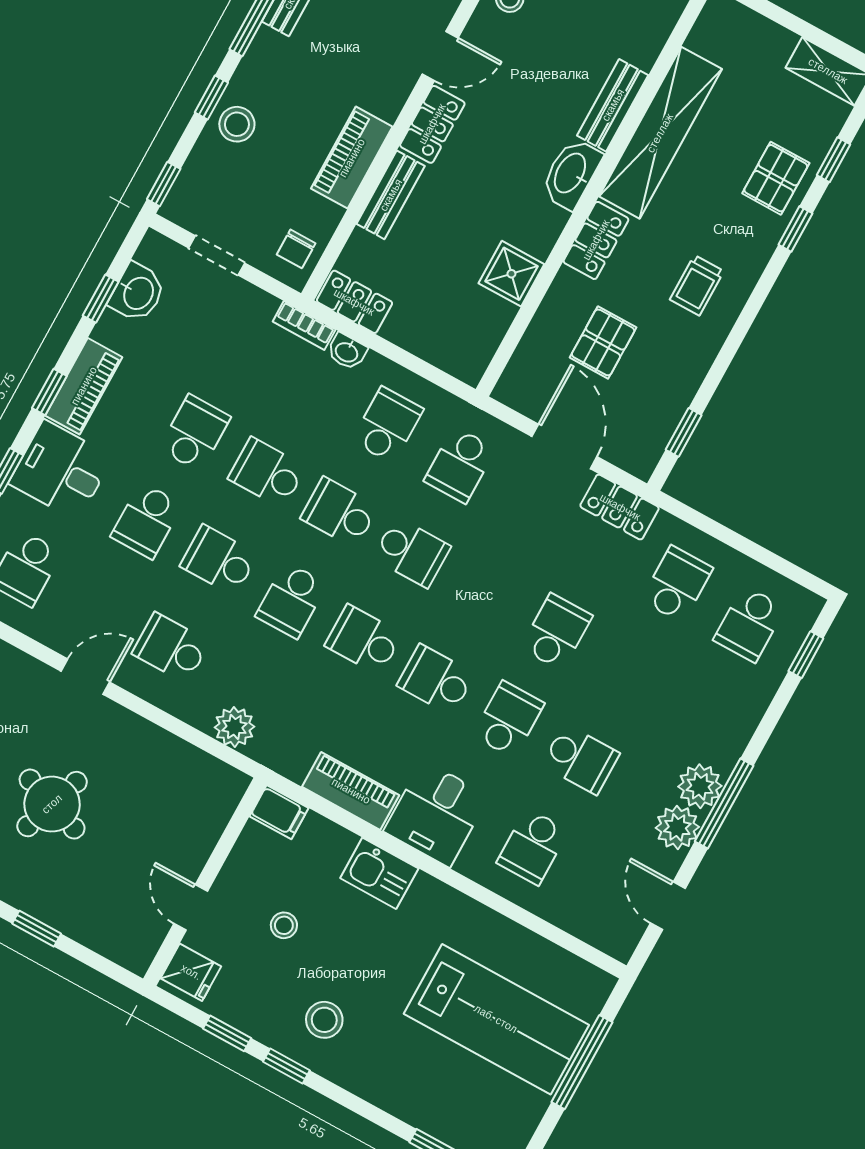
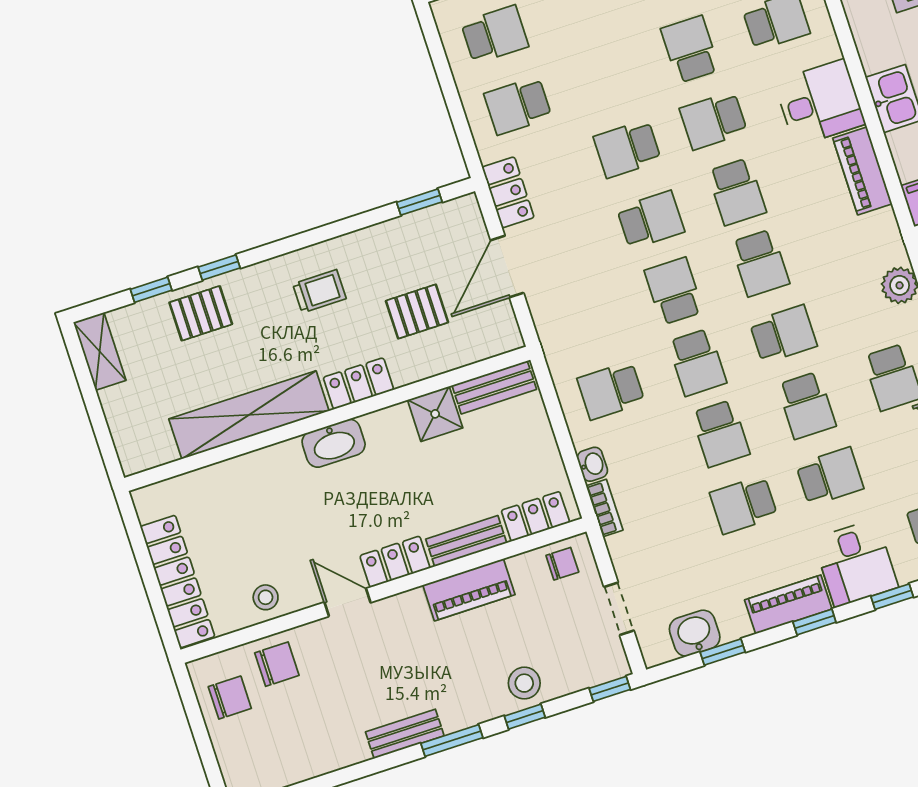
bench: (613, 105) -> (494, 387), moved
locker: (354, 302) -> (535, 516), moved, turned 90
school desk: (460, 465) -> (651, 220), moved

